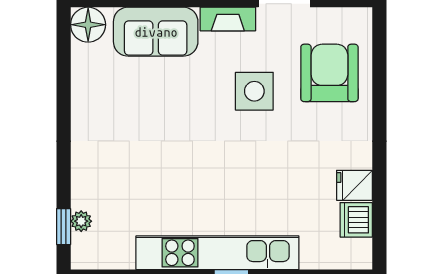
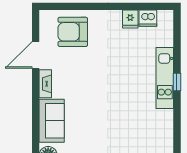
side table: (254, 91) -> (82, 70), removed
kitchen unit: (217, 253) -> (165, 78), width x0.73

